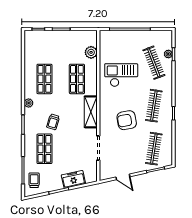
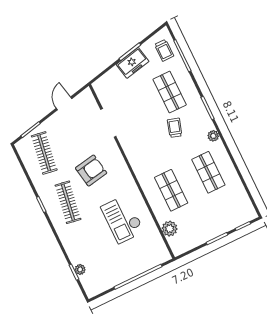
clothes rail: (154, 63) -> (92, 252), removed
checkout: (121, 75) -> (122, 219), turned 90
shelving: (91, 112) -> (137, 160), removed
door: (123, 177) -> (64, 103), hinge flipped
freezer: (73, 179) -> (133, 63), moved

